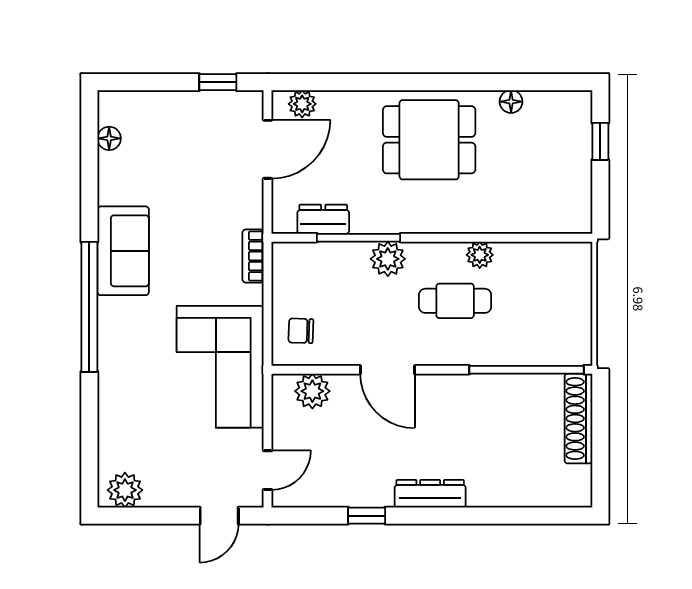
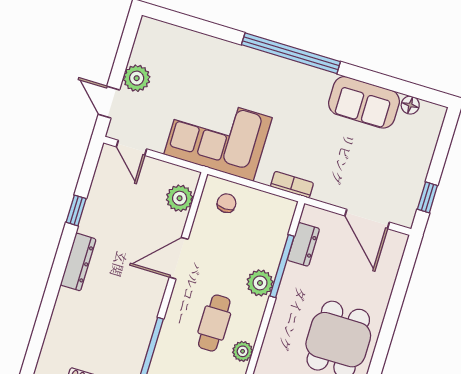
plant: (302, 104) -> (393, 254), removed
sofa: (123, 251) -> (364, 102), moved
plant: (125, 490) -> (137, 78), moved

